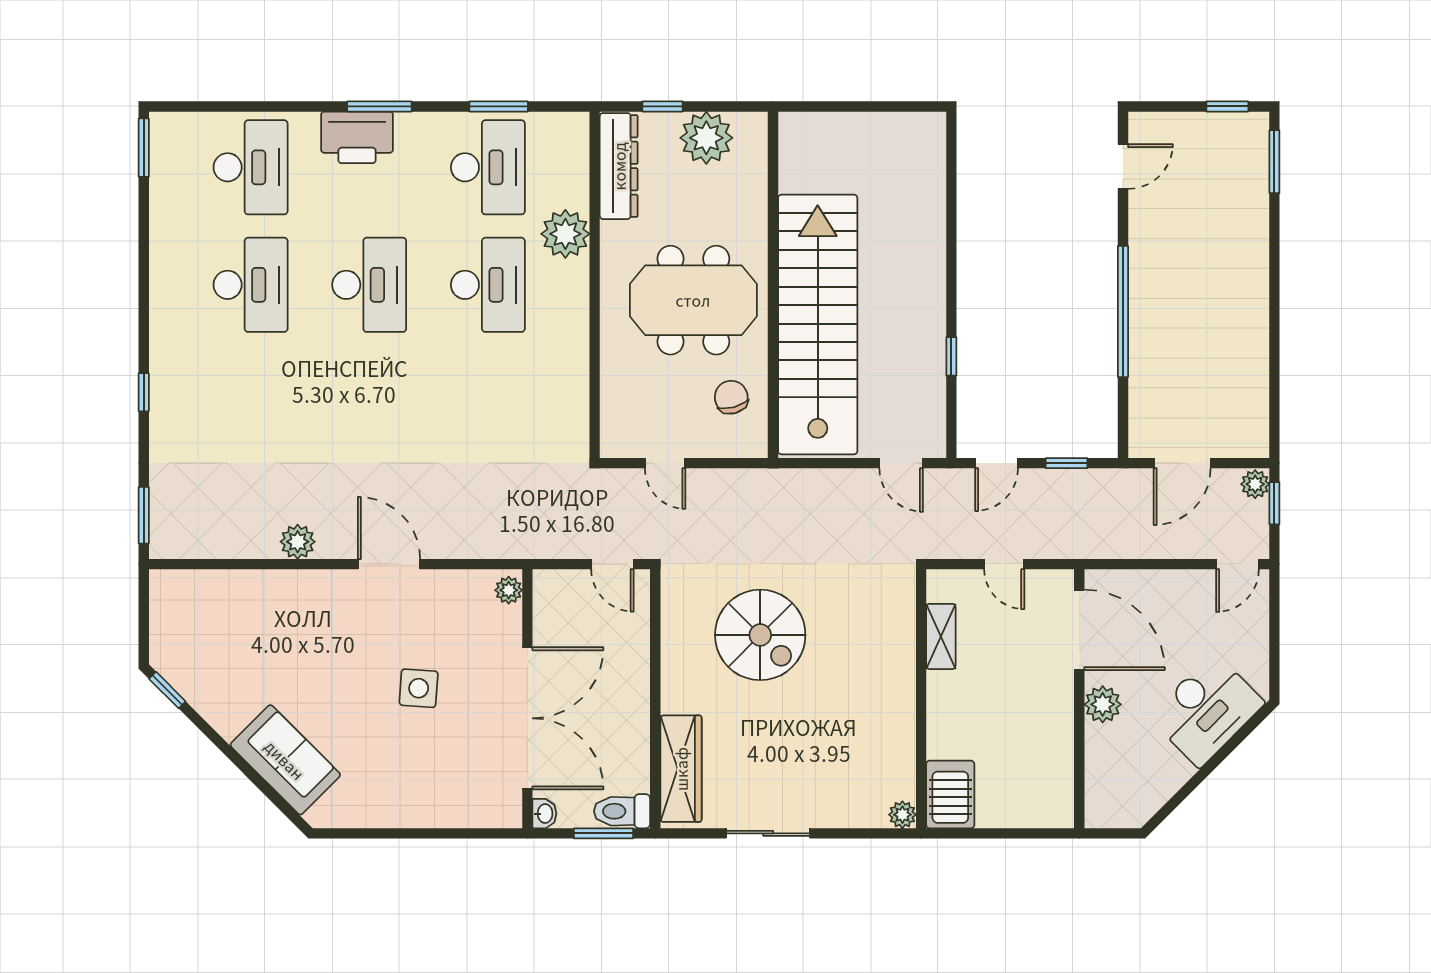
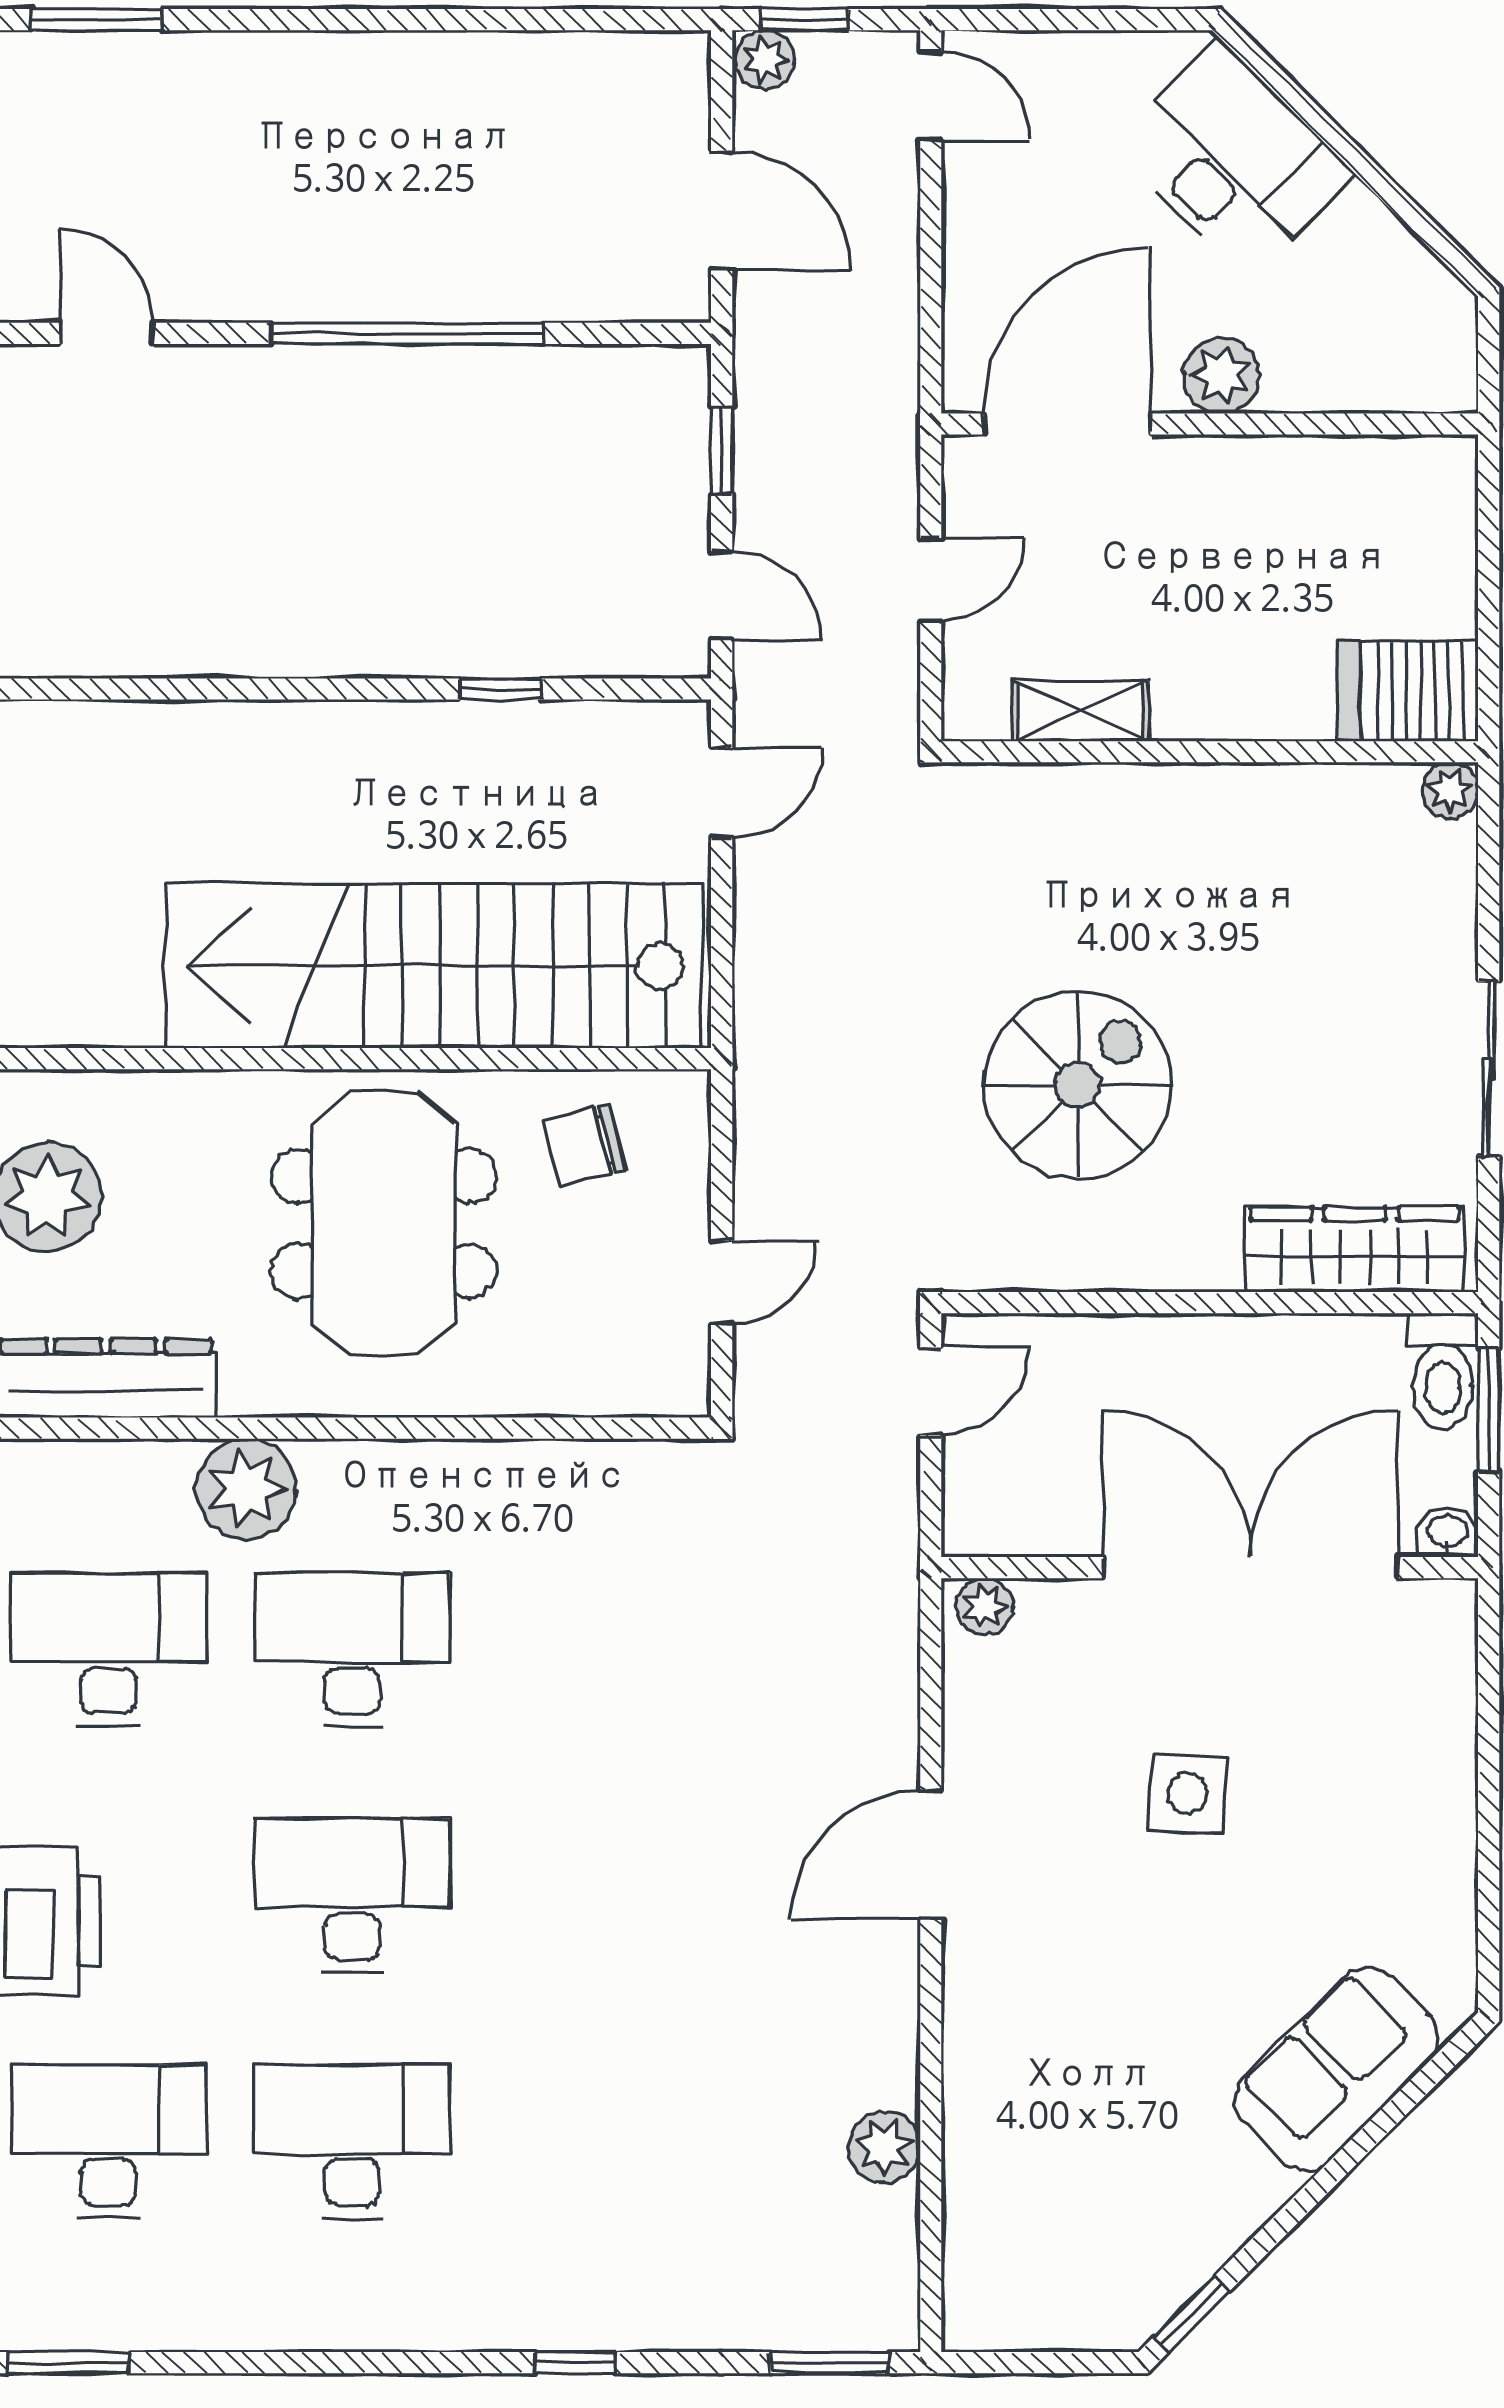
plant: (298, 542) -> (884, 2147), moved

